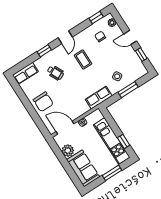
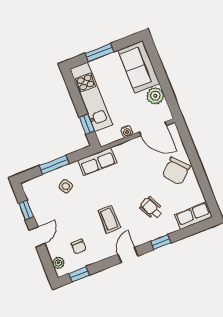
door: (130, 38) -> (37, 237), hinge flipped
chair: (43, 102) -> (176, 171), turned -132
window: (124, 141) -> (87, 124), moved

